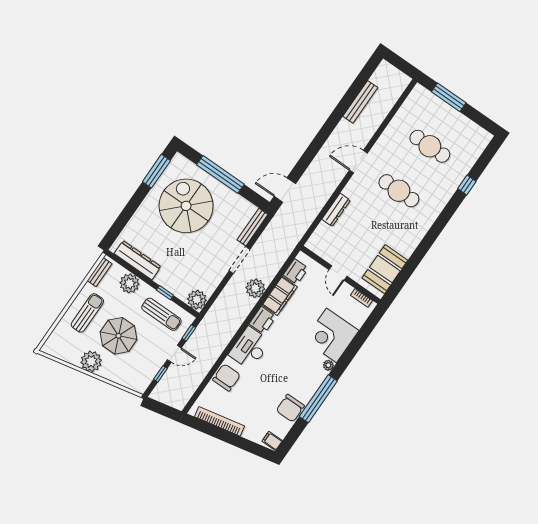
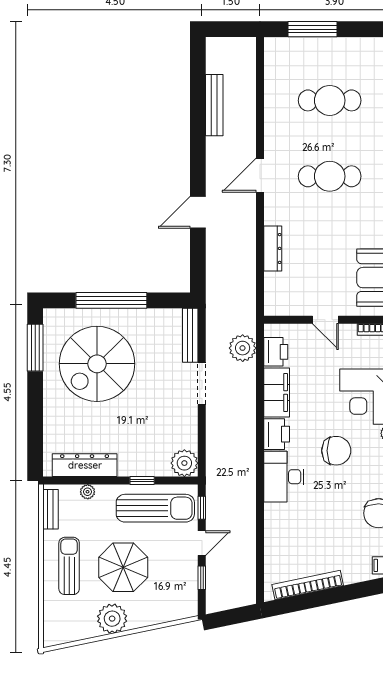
door: (285, 190) -> (198, 212), moved
spiral stairs: (186, 206) -> (97, 364), turned -90
plant: (130, 283) -> (88, 492), width x0.53, depth x0.53
plant: (255, 288) -> (243, 348), moved
sun lounger: (161, 314) -> (155, 508), width x1.36, depth x1.34
chair: (227, 377) -> (336, 451), moved, turned 90

